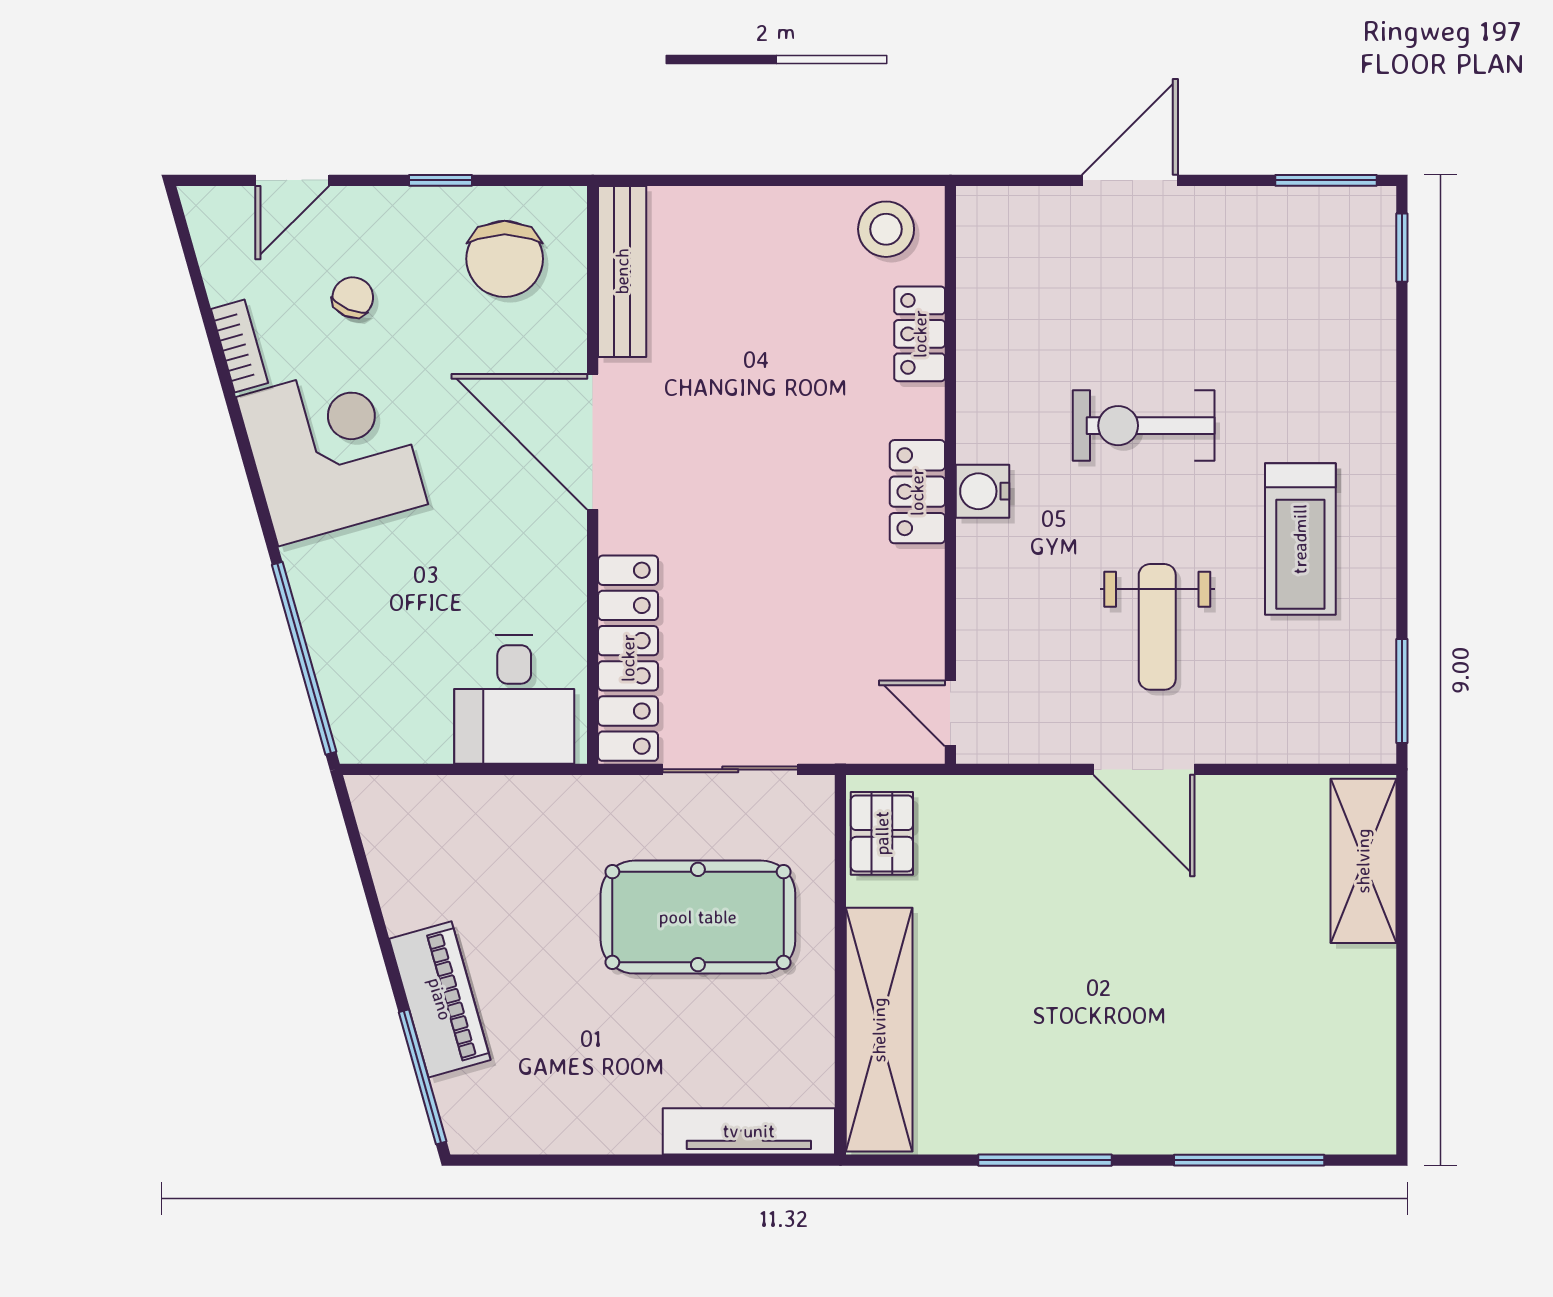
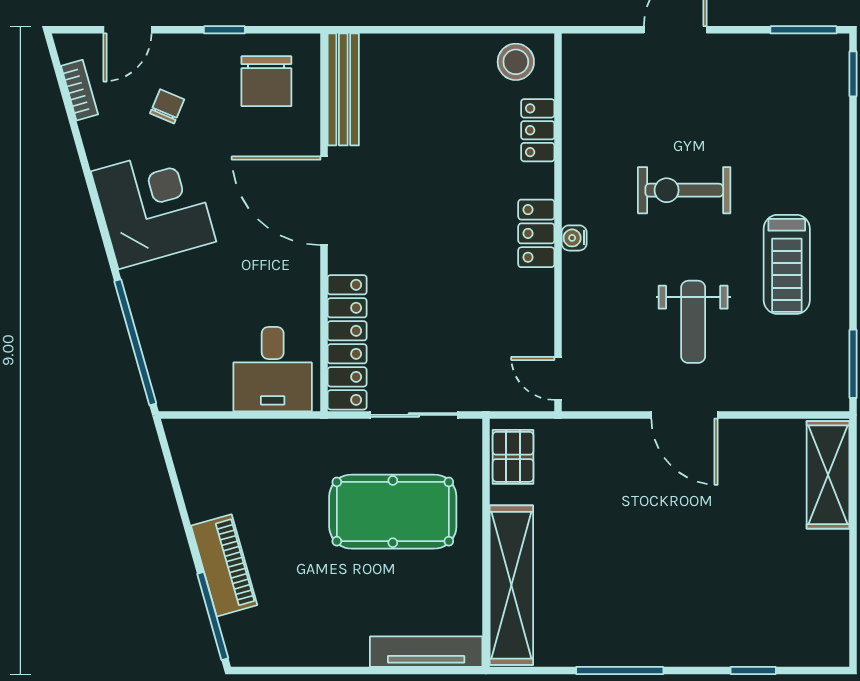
bookcase: (240, 346) -> (79, 90), moved
water cooler: (983, 491) -> (574, 238), width x0.72, depth x0.72
window: (1249, 1160) -> (753, 671), width x0.46

